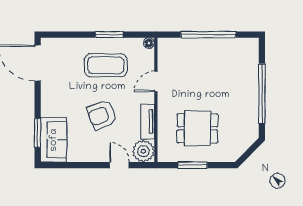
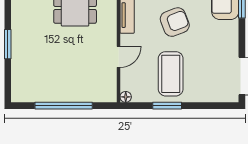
coffee table: (106, 65) -> (171, 74), turned 90
window: (262, 94) -> (8, 44), width x0.47

